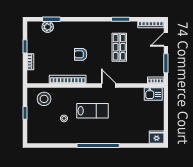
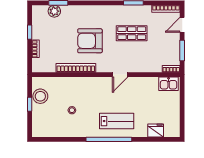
shop shelf: (119, 47) -> (132, 33), turned 90
armchair: (81, 54) -> (90, 41), width x1.88, depth x1.88
door: (109, 85) -> (120, 75), swing flipped
stool: (44, 99) -> (40, 96), moved
lab bench: (93, 111) -> (117, 121), moved
fridge: (157, 137) -> (156, 130), moved

